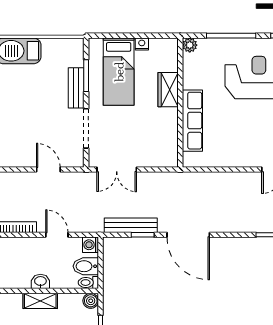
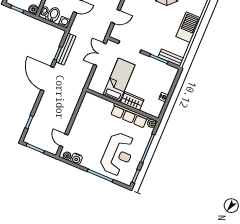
bed: (119, 72) -> (119, 80), moved, turned 90
bench: (76, 88) -> (171, 58), moved
row of seats: (192, 121) -> (129, 116), moved
door: (188, 235) -> (47, 79), hinge flipped

